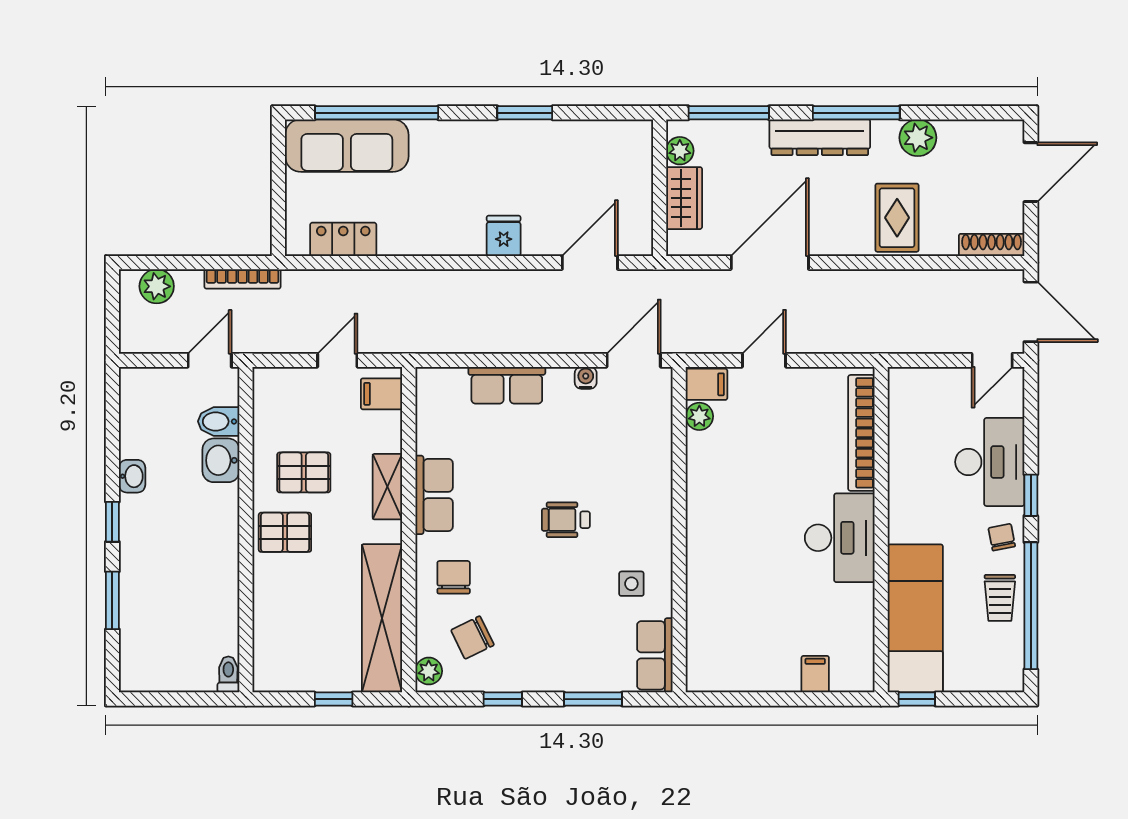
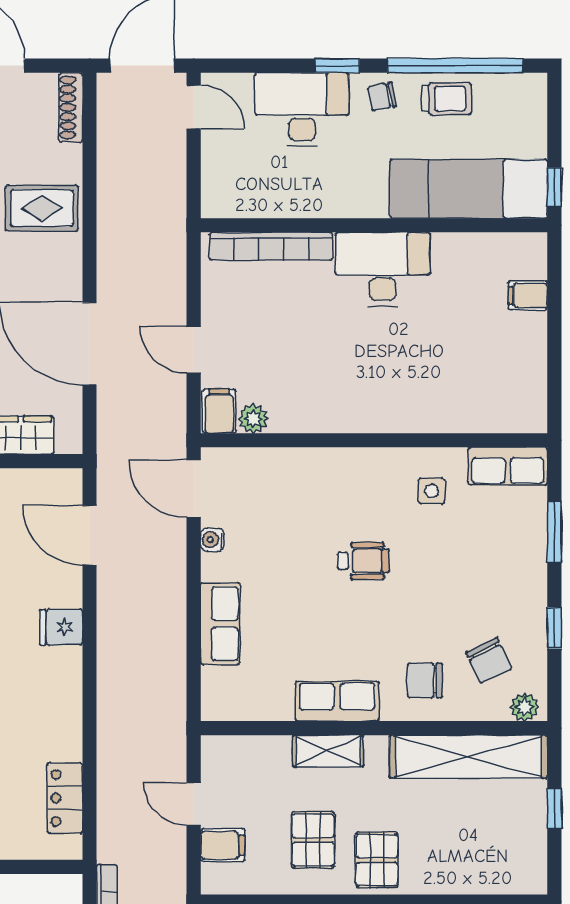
filing cabinet: (382, 394) -> (223, 845), moved, turned -90
wheelchair: (566, 520) -> (363, 561), turned -90

